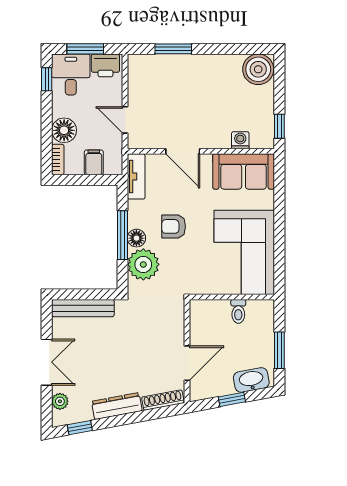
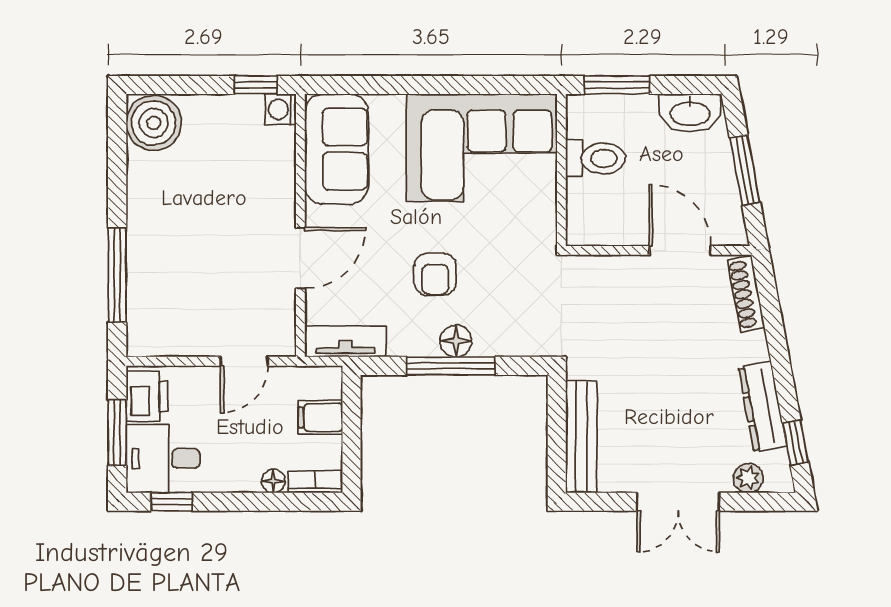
window: (173, 49) -> (117, 275), width x1.44
floor lamp: (64, 130) -> (273, 481), width x0.53, depth x0.53
washing machine: (240, 140) -> (281, 109), moved
plant: (143, 264) -> (503, 329), removed
toilet: (238, 311) -> (596, 158), width x1.37, depth x1.39
window: (279, 350) -> (617, 85), moved
double door: (47, 362) -> (678, 502), swing flipped
washbasin: (251, 380) -> (690, 113), moved, turned -79
window: (232, 399) -> (745, 170), width x1.50
dresser: (117, 406) -> (762, 407), moved

